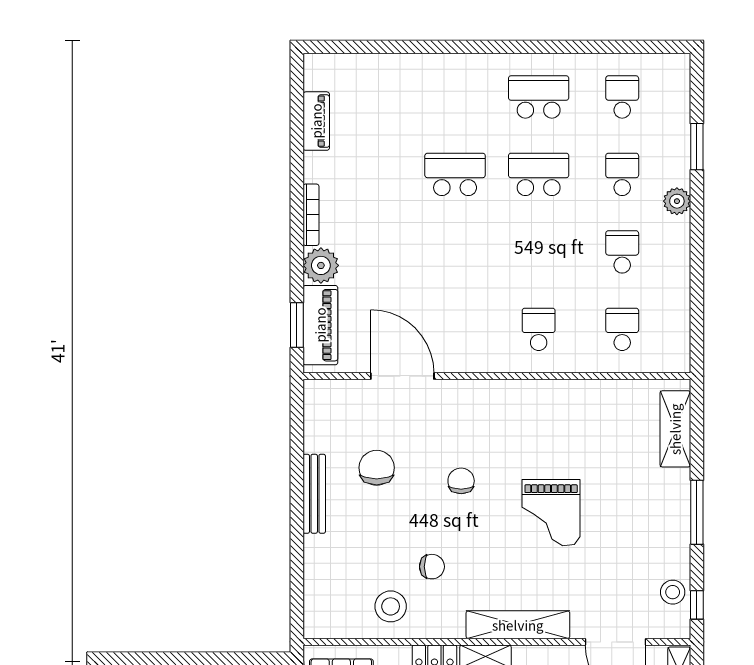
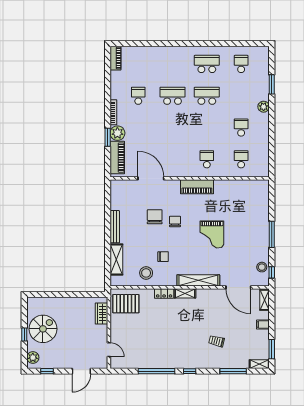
piano: (316, 121) -> (116, 58), moved
school desk: (622, 174) -> (138, 96), moved
window: (297, 325) -> (108, 137), moved
piano: (515, 396) -> (197, 187), added
shelving: (675, 429) -> (116, 259), moved
chair: (377, 468) -> (155, 217), moved

